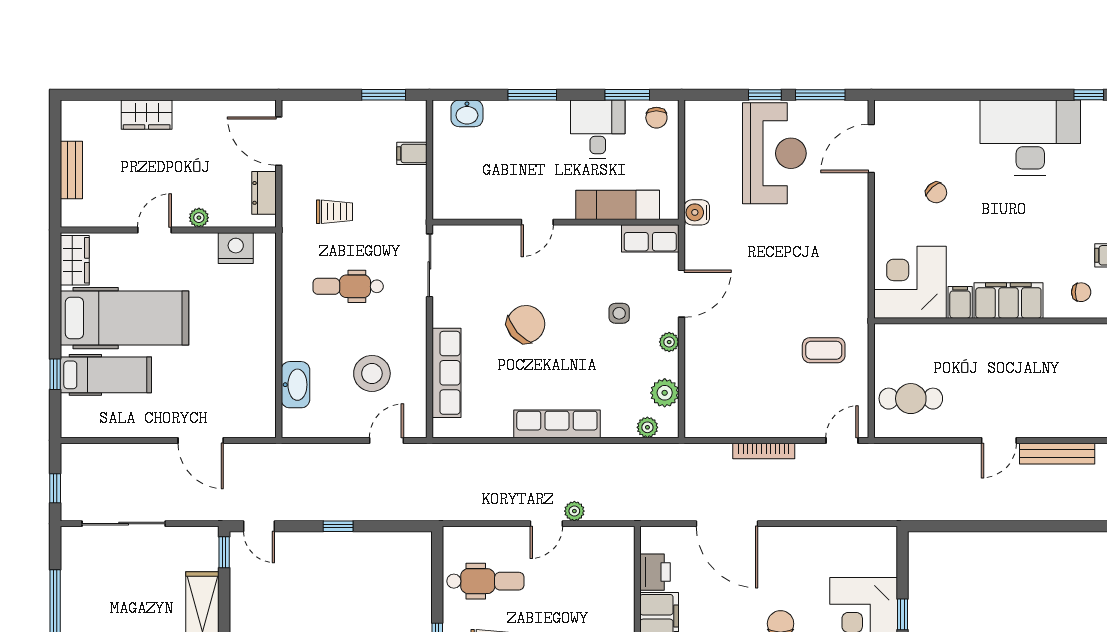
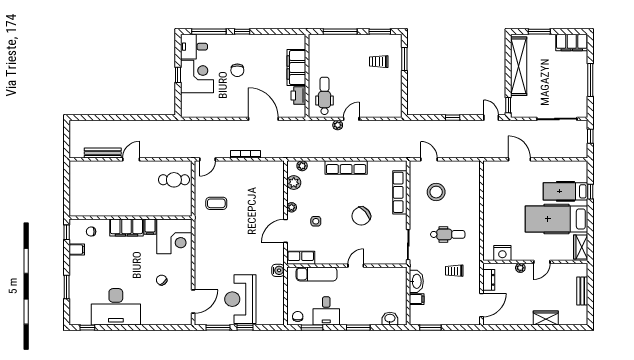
door: (279, 141) -> (481, 305), hinge flipped
washbasin: (295, 385) -> (416, 281), moved, turned 180
door: (386, 440) -> (429, 159), swing flipped
dental chair: (485, 581) -> (325, 96), moved, turned 90

